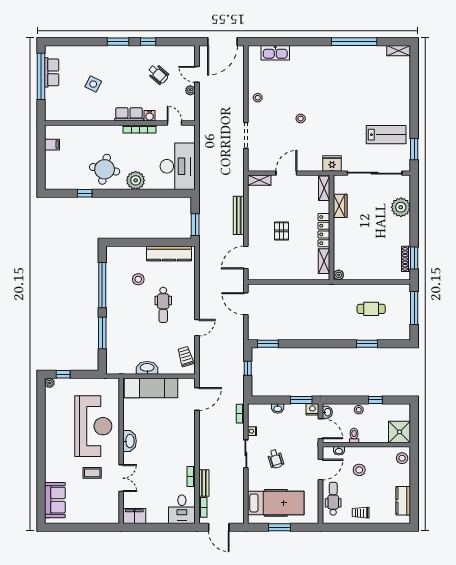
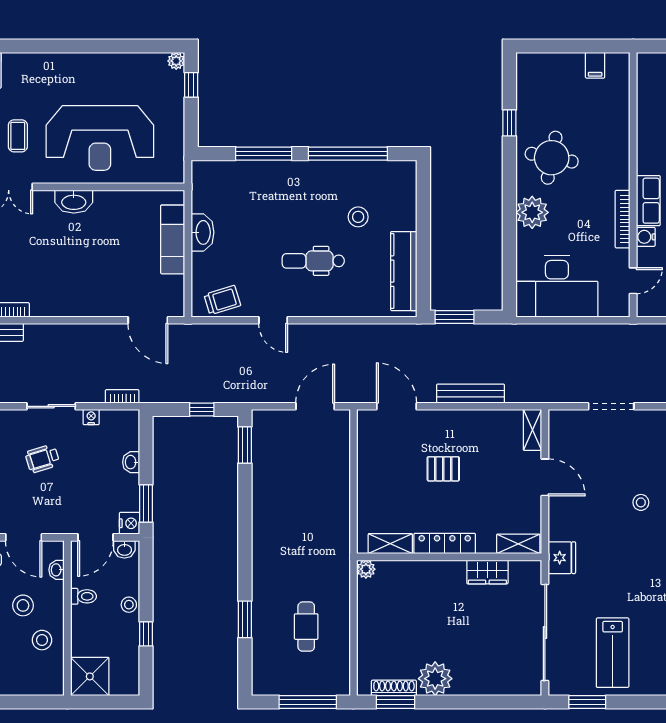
plant: (401, 207) -> (435, 679), moved
exam couch: (151, 388) -> (173, 239), width x0.73, depth x0.69
stool: (402, 458) -> (42, 640), moved

